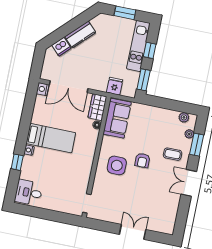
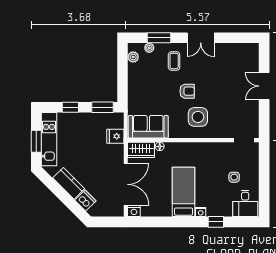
kitchen unit: (138, 46) -> (49, 139), moved, turned -90
side table: (55, 187) -> (234, 177), added

